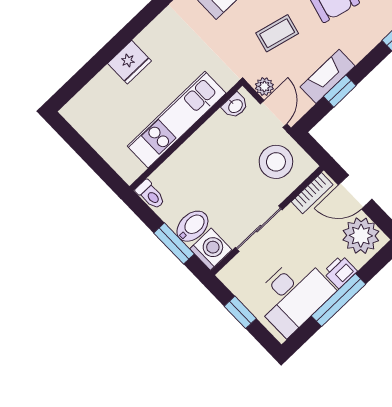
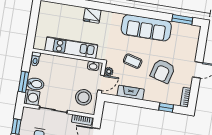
fridge: (130, 62) -> (92, 15), moved
window: (340, 91) -> (129, 101), removed

